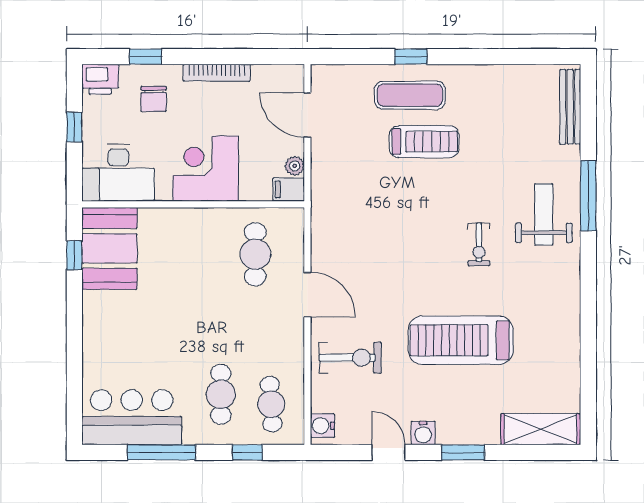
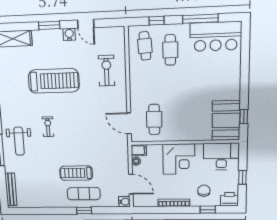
door: (307, 295) -> (129, 123), moved
exercise bike: (350, 358) -> (107, 71), turned 90
water cooler: (322, 426) -> (124, 202), moved

